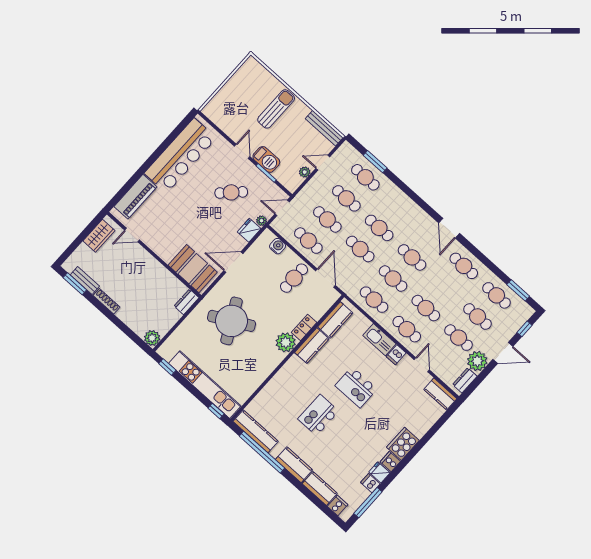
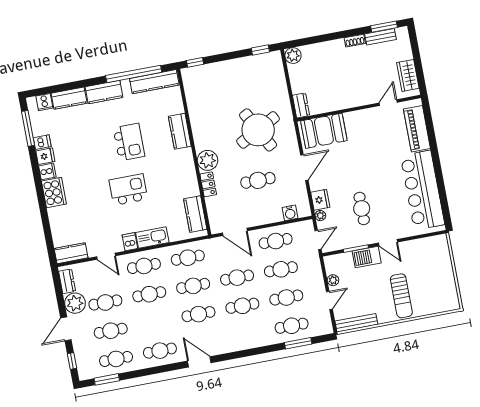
cafe table: (231, 192) -> (362, 208), turned -45
cafe table: (294, 278) -> (258, 180), moved, turned 90
shoe rack: (107, 301) -> (355, 41), width x0.70
kitchen counter: (312, 346) -> (180, 131), moved
kitchen unit: (205, 385) -> (223, 69), removed

